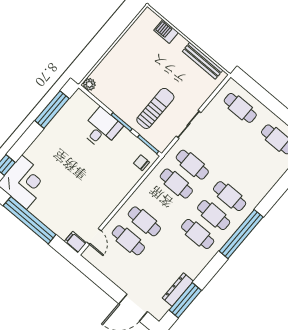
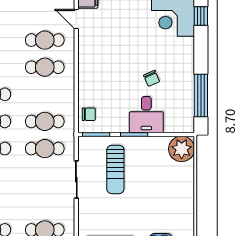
plant: (89, 84) -> (182, 149), width x1.88, depth x1.88
chair: (76, 151) -> (152, 78), added

